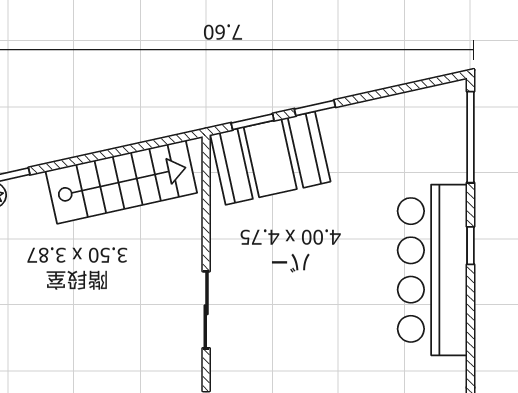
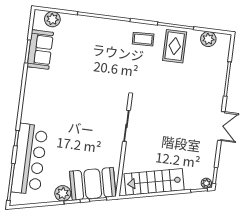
plant: (341, 125) -> (63, 193), added
bar counter: (432, 270) -> (29, 159), moved

